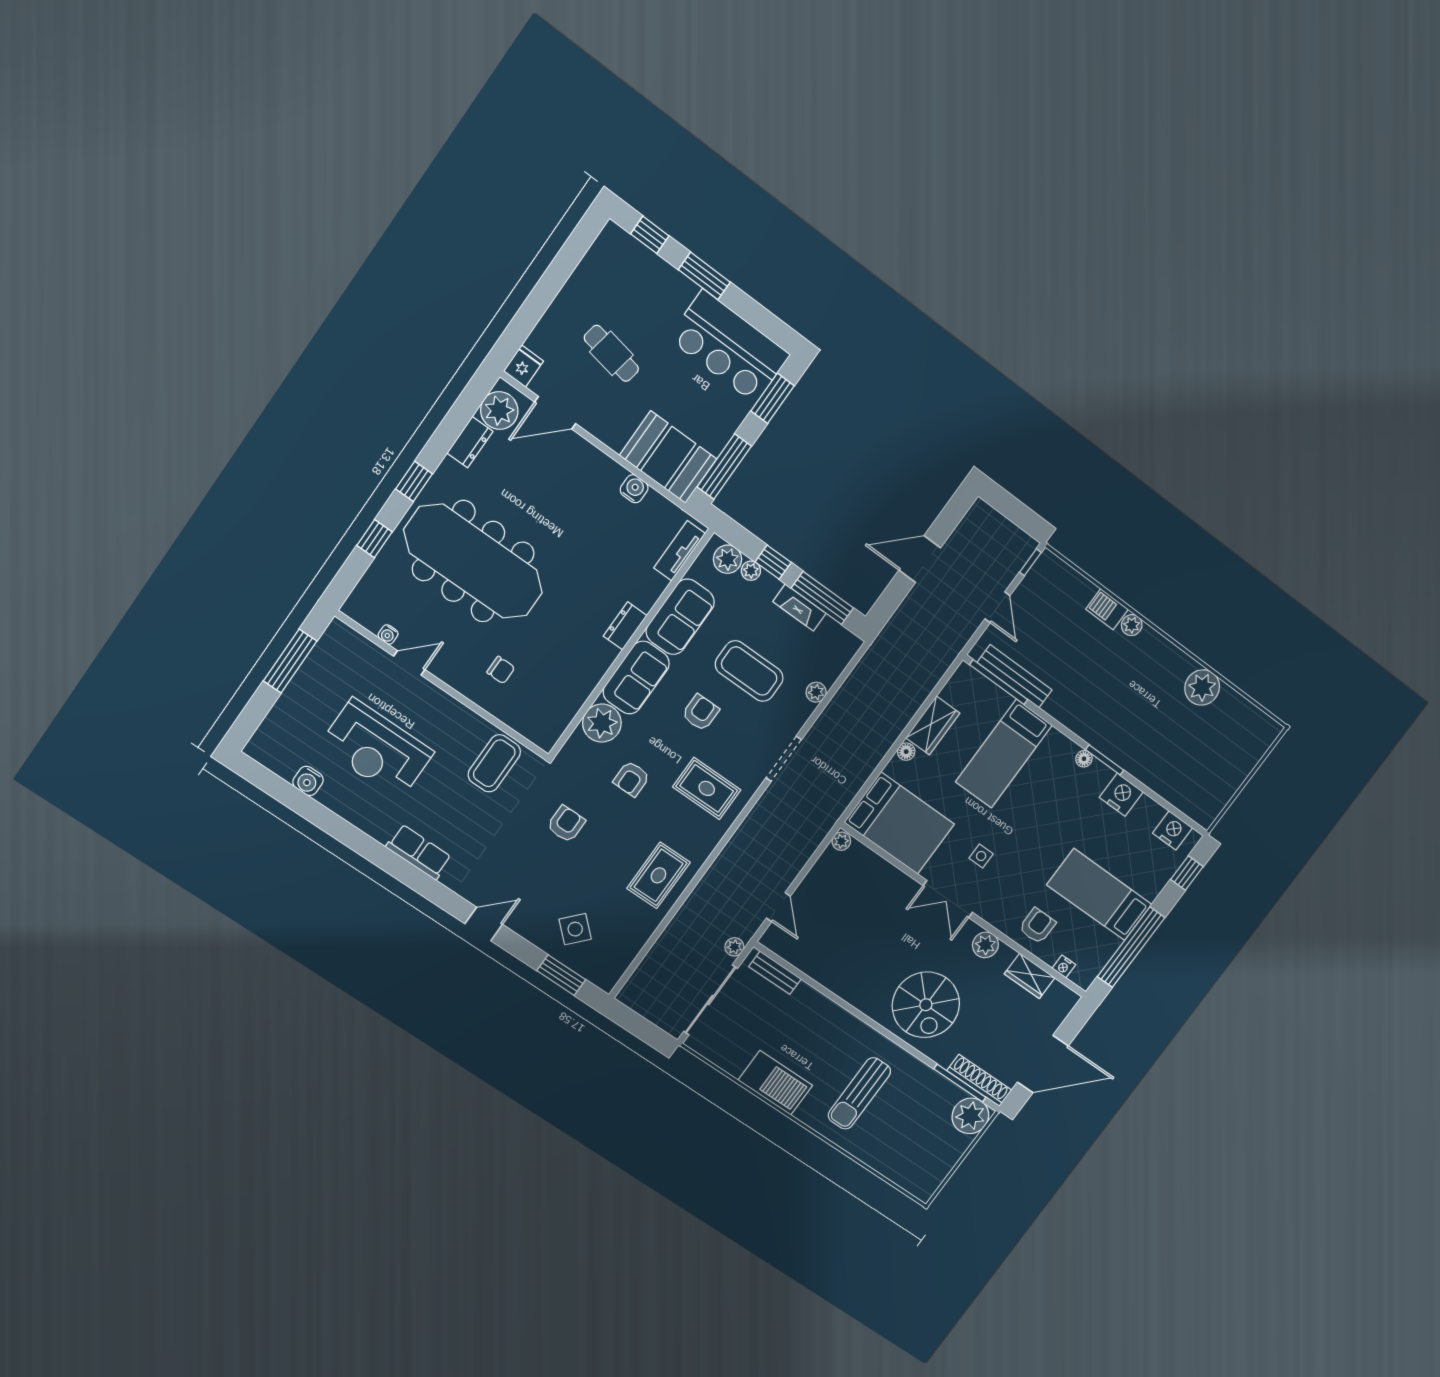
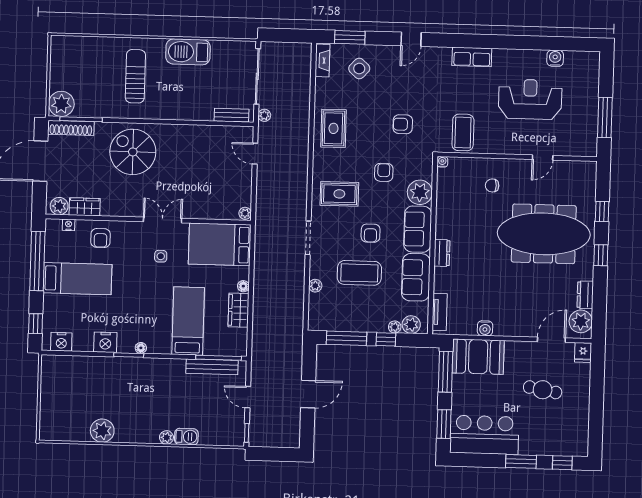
fireplace: (799, 607) -> (322, 60), moved, turned 90
water cooler: (388, 634) -> (442, 162), moved
armchair: (566, 824) -> (403, 124), turned 90
plant: (985, 945) -> (59, 206), moved

